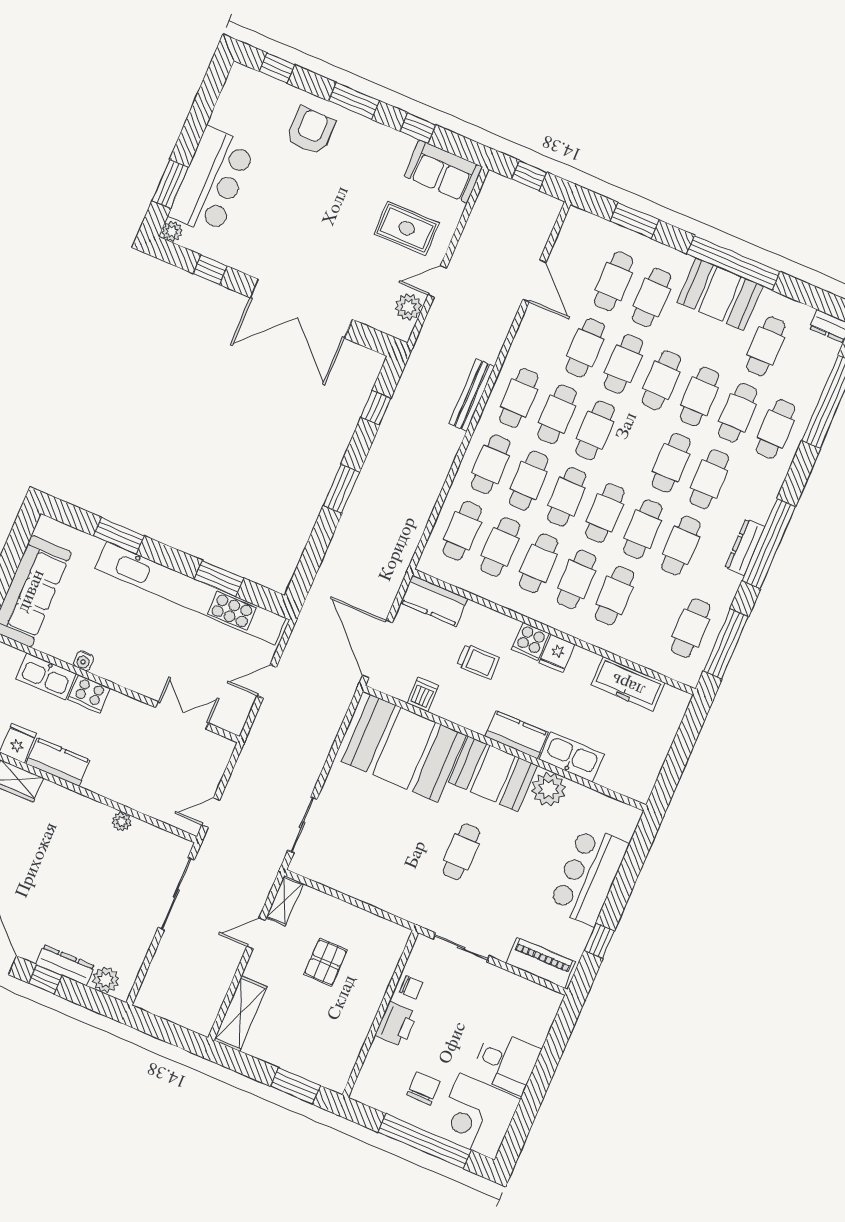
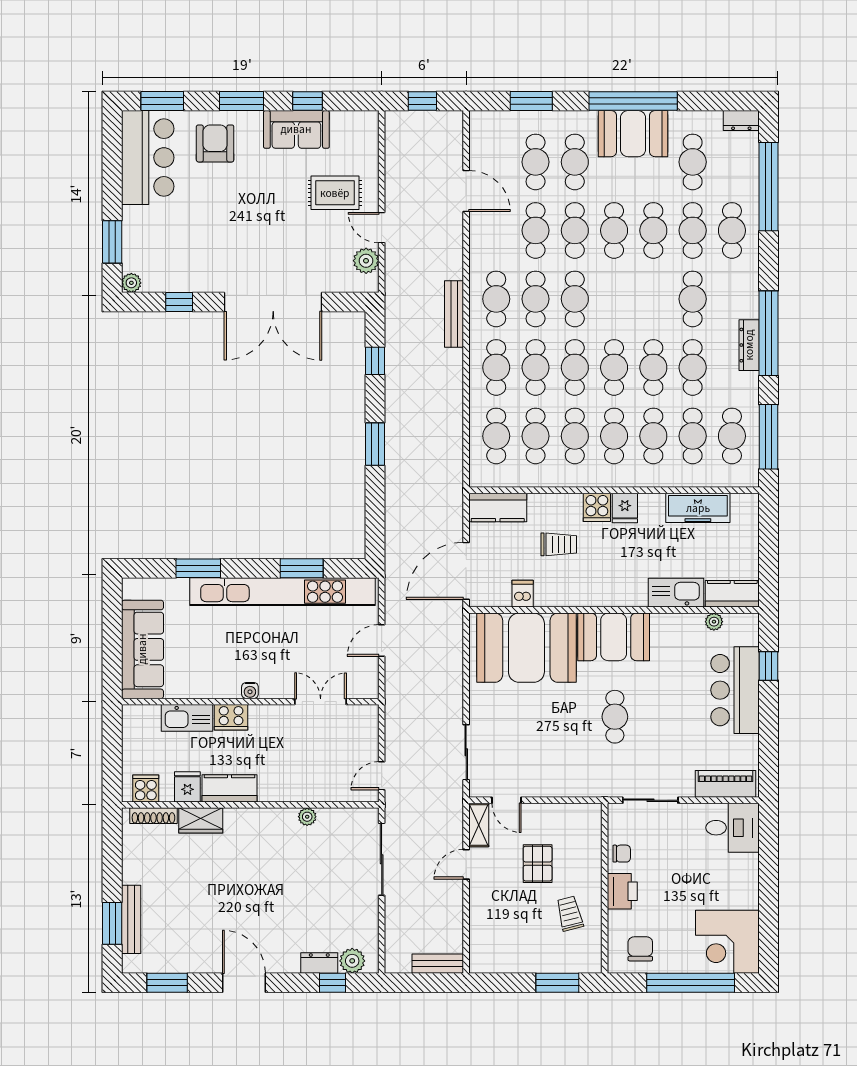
window: (277, 68) -> (162, 101), width x1.50
sofa: (443, 171) -> (296, 129), moved
bar counter: (212, 181) -> (148, 158), moved
door: (437, 281) -> (382, 228), hinge flipped
cafe table: (671, 463) -> (693, 436), moved
door: (377, 649) -> (466, 571), hinge flipped
water cooler: (84, 661) -> (250, 691), moved
kitchen counter: (517, 735) -> (732, 594), moved
plant: (549, 789) -> (714, 622), moved, width x0.53, depth x0.53
door: (322, 888) -> (507, 800), added
window: (599, 941) -> (769, 666), moved
dresser: (65, 965) -> (319, 963), width x0.70
window: (45, 979) -> (333, 983), moved
shelving: (240, 1013) -> (482, 940), removed
bench: (187, 1018) -> (438, 964), added
trolley: (336, 1024) -> (570, 914), added
desk: (506, 1062) -> (733, 828), moved
chair: (424, 1088) -> (640, 949), moved

